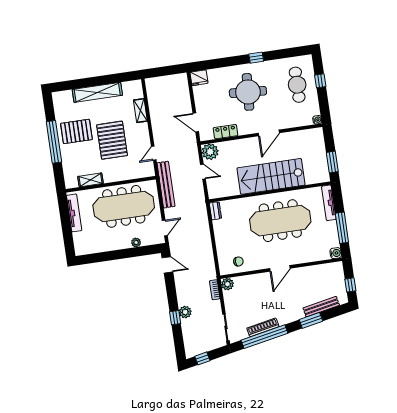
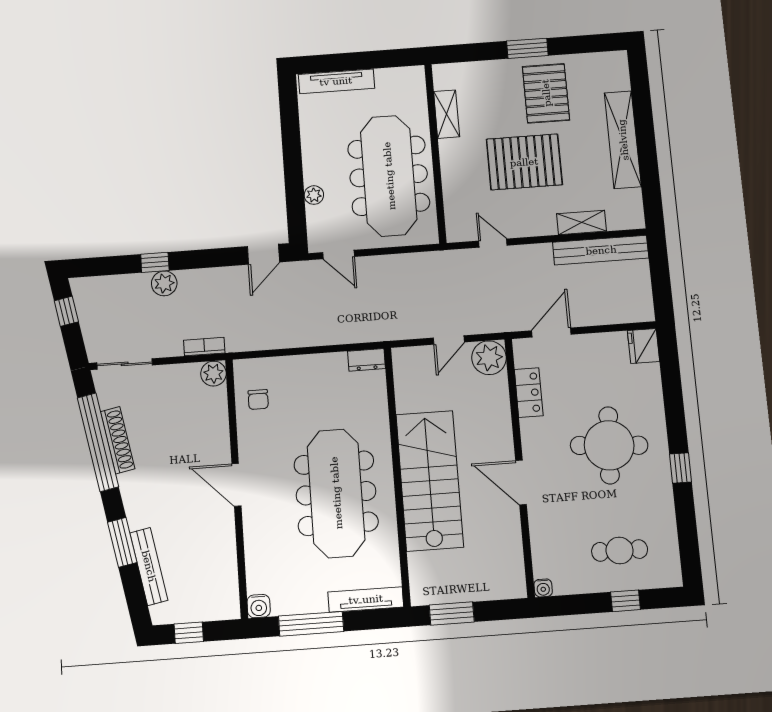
cafe table: (297, 85) -> (620, 550), width x0.73, depth x0.74
window: (54, 142) -> (527, 48), width x0.47
bench: (166, 185) -> (601, 250), moved
tv unit: (74, 213) -> (336, 81), moved

